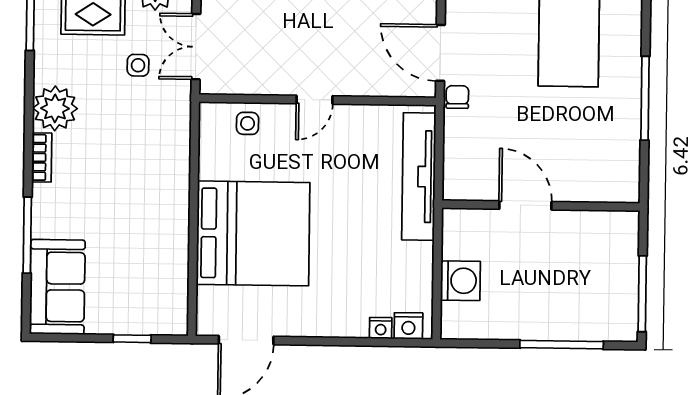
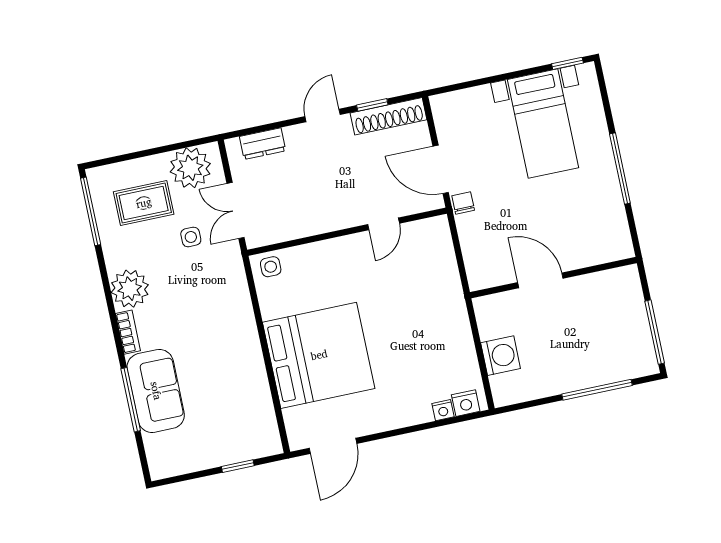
door: (315, 100) -> (384, 224), moved
side table: (248, 123) -> (271, 267), moved
tv unit: (419, 176) -> (446, 277), removed
sofa: (57, 287) -> (156, 391), moved

